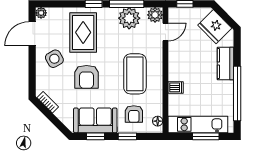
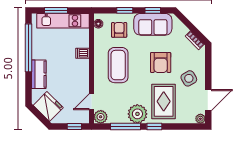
plant: (129, 18) -> (137, 114), moved
armchair: (87, 77) -> (161, 62), turned 180

